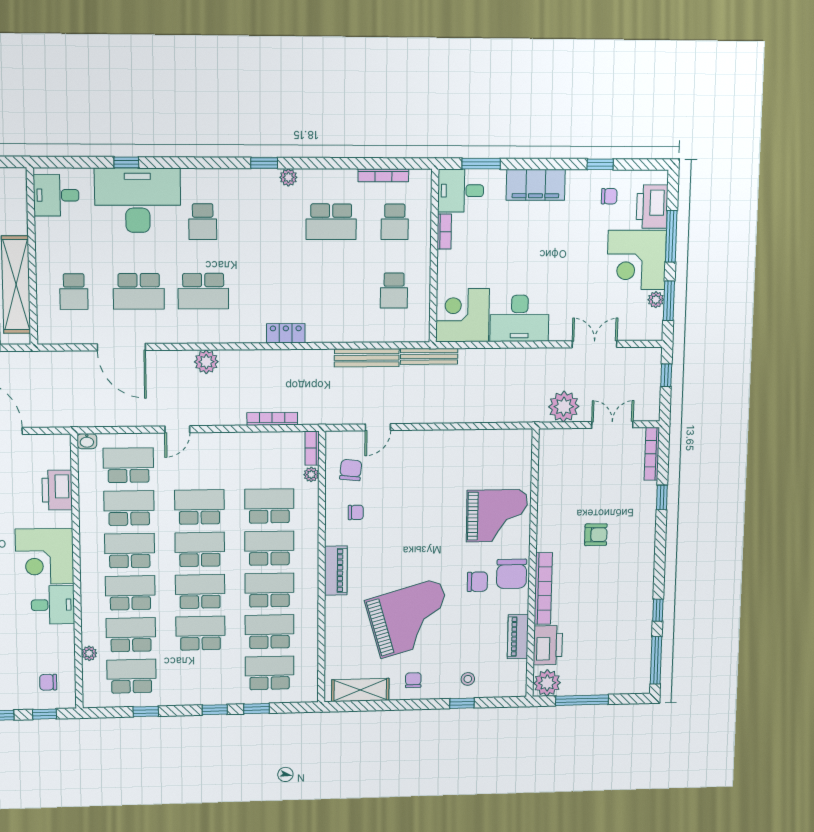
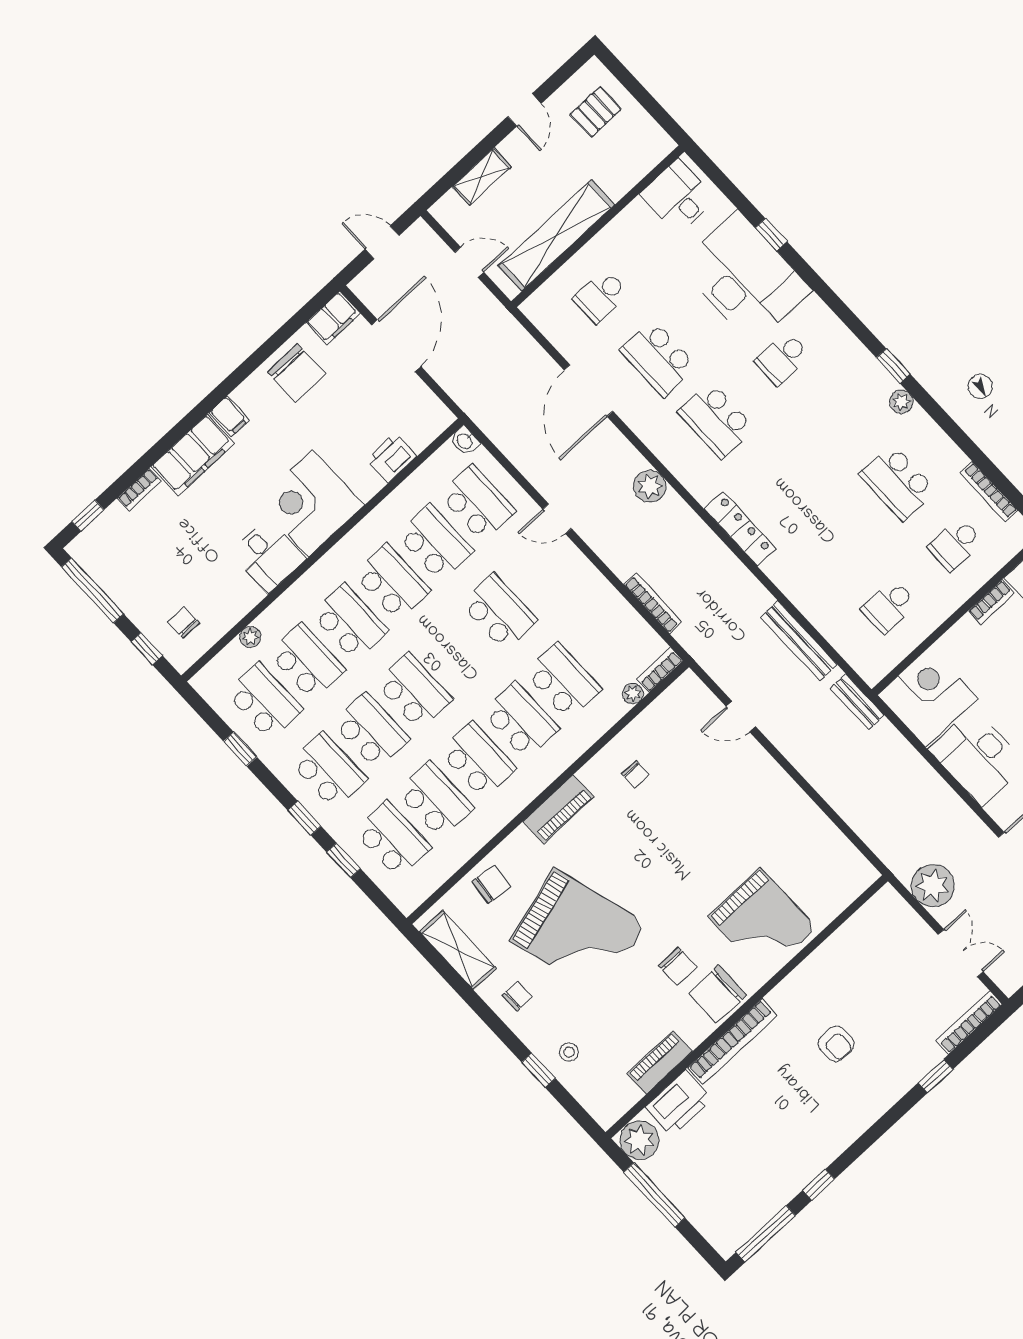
locker: (286, 333) -> (740, 529), width x1.53
bench: (429, 356) -> (857, 702), width x0.73
chair: (351, 470) -> (491, 884), moved
printer: (57, 490) -> (391, 458), width x0.73, depth x0.84
school desk: (200, 549) -> (328, 770), moved

